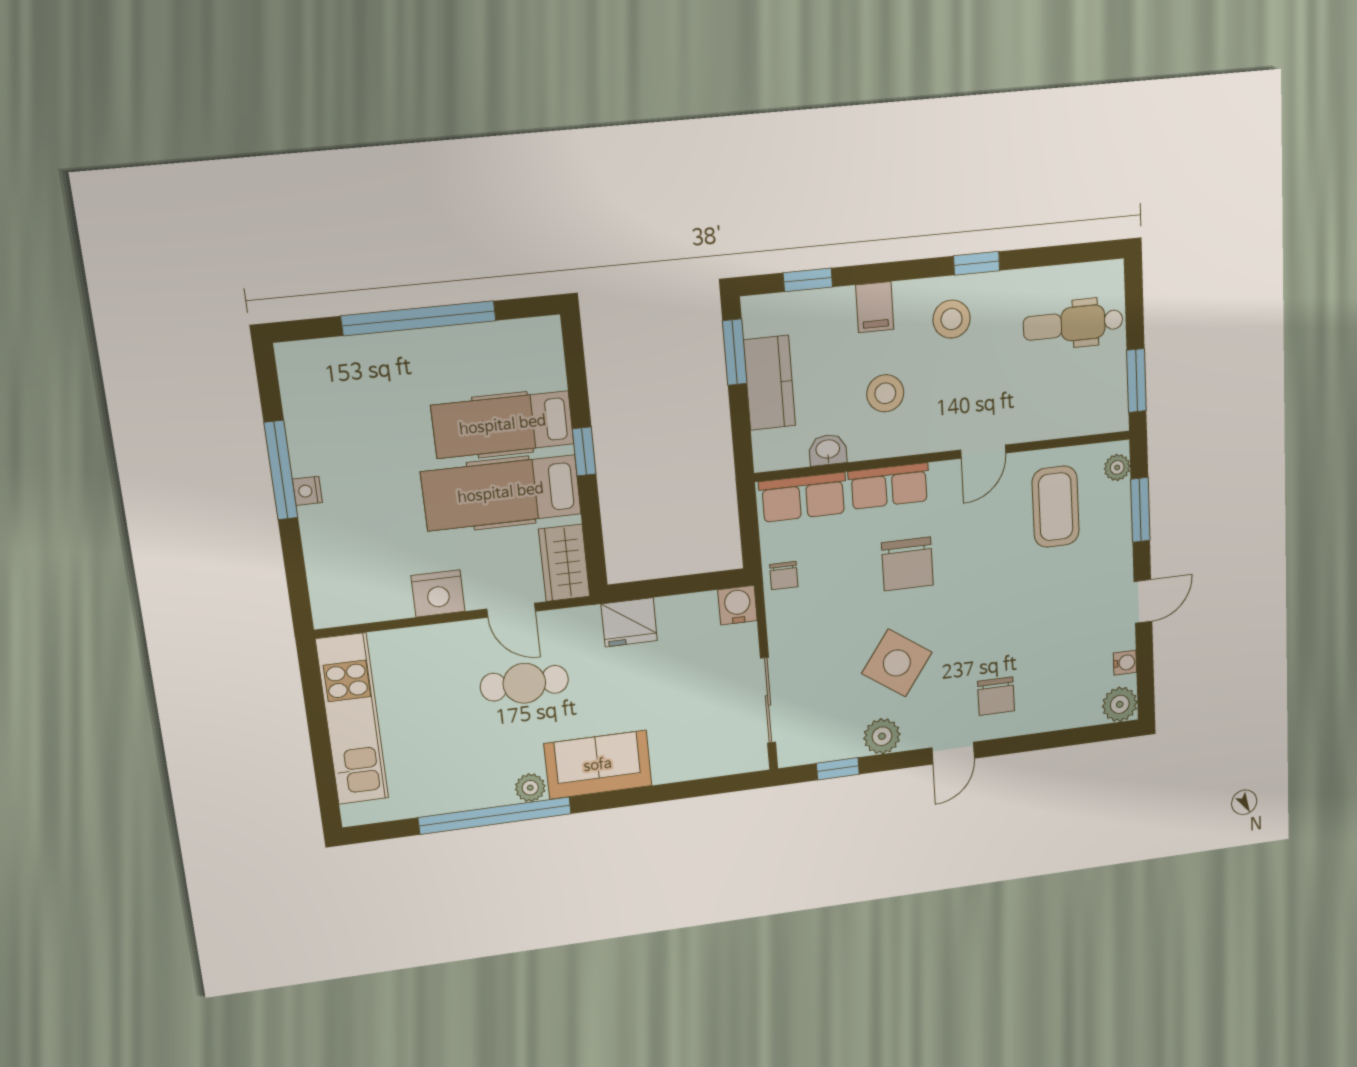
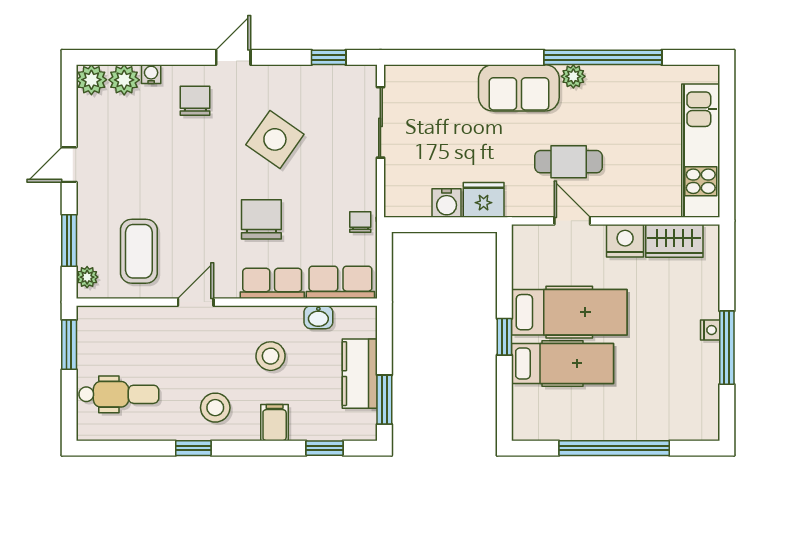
wardrobe: (564, 563) -> (674, 241), moved, turned 90
water cooler: (737, 605) -> (447, 203), moved
water cooler: (1125, 663) -> (151, 74), moved, turned 90
plant: (882, 736) -> (124, 80), moved

